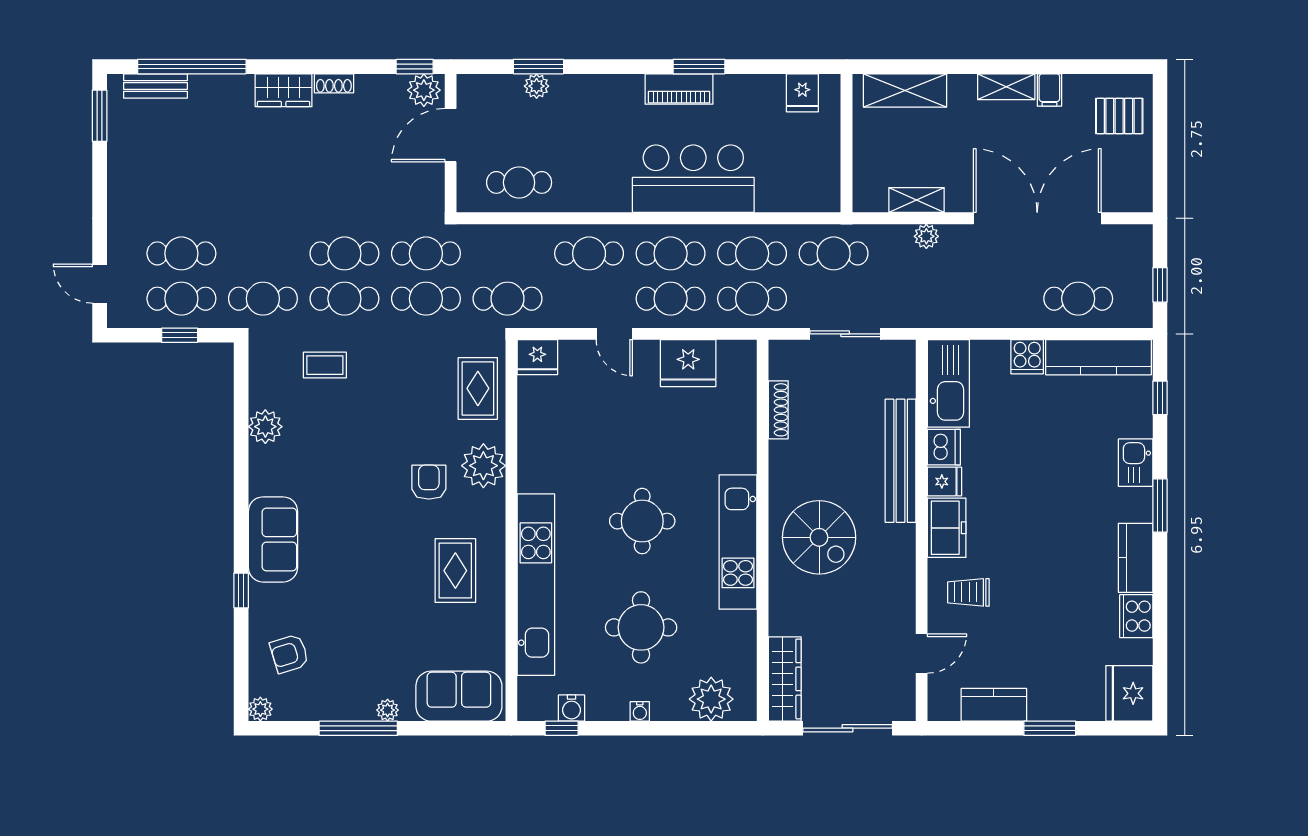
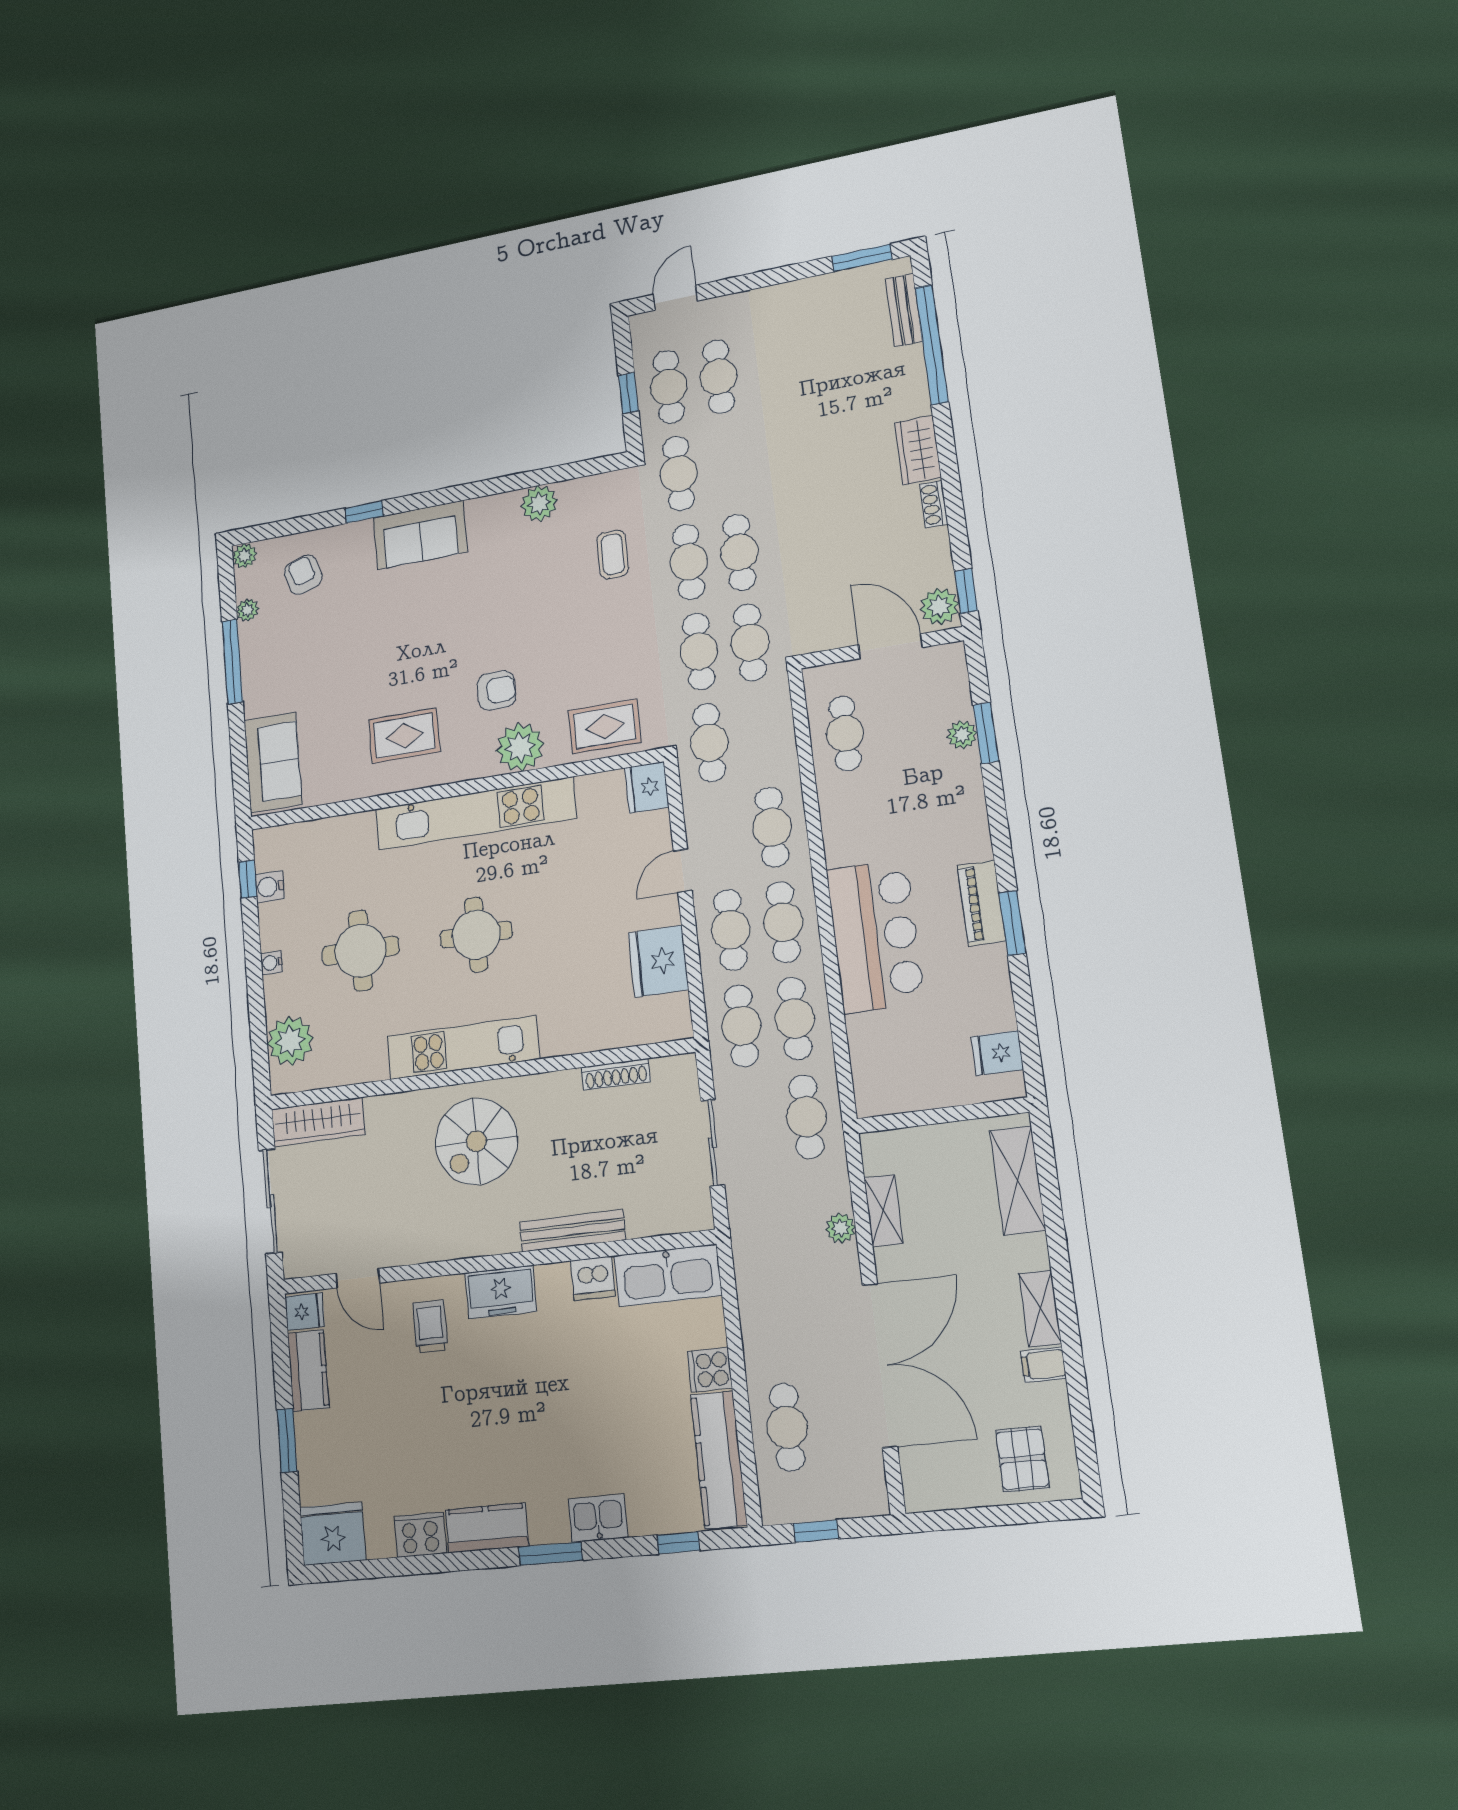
bench: (901, 461) -> (572, 1231), width x0.73, depth x0.82
fridge: (945, 481) -> (305, 1312), moved, turned -90
kitchen unit: (536, 585) -> (475, 814), moved
plant: (388, 710) -> (247, 610), moved

